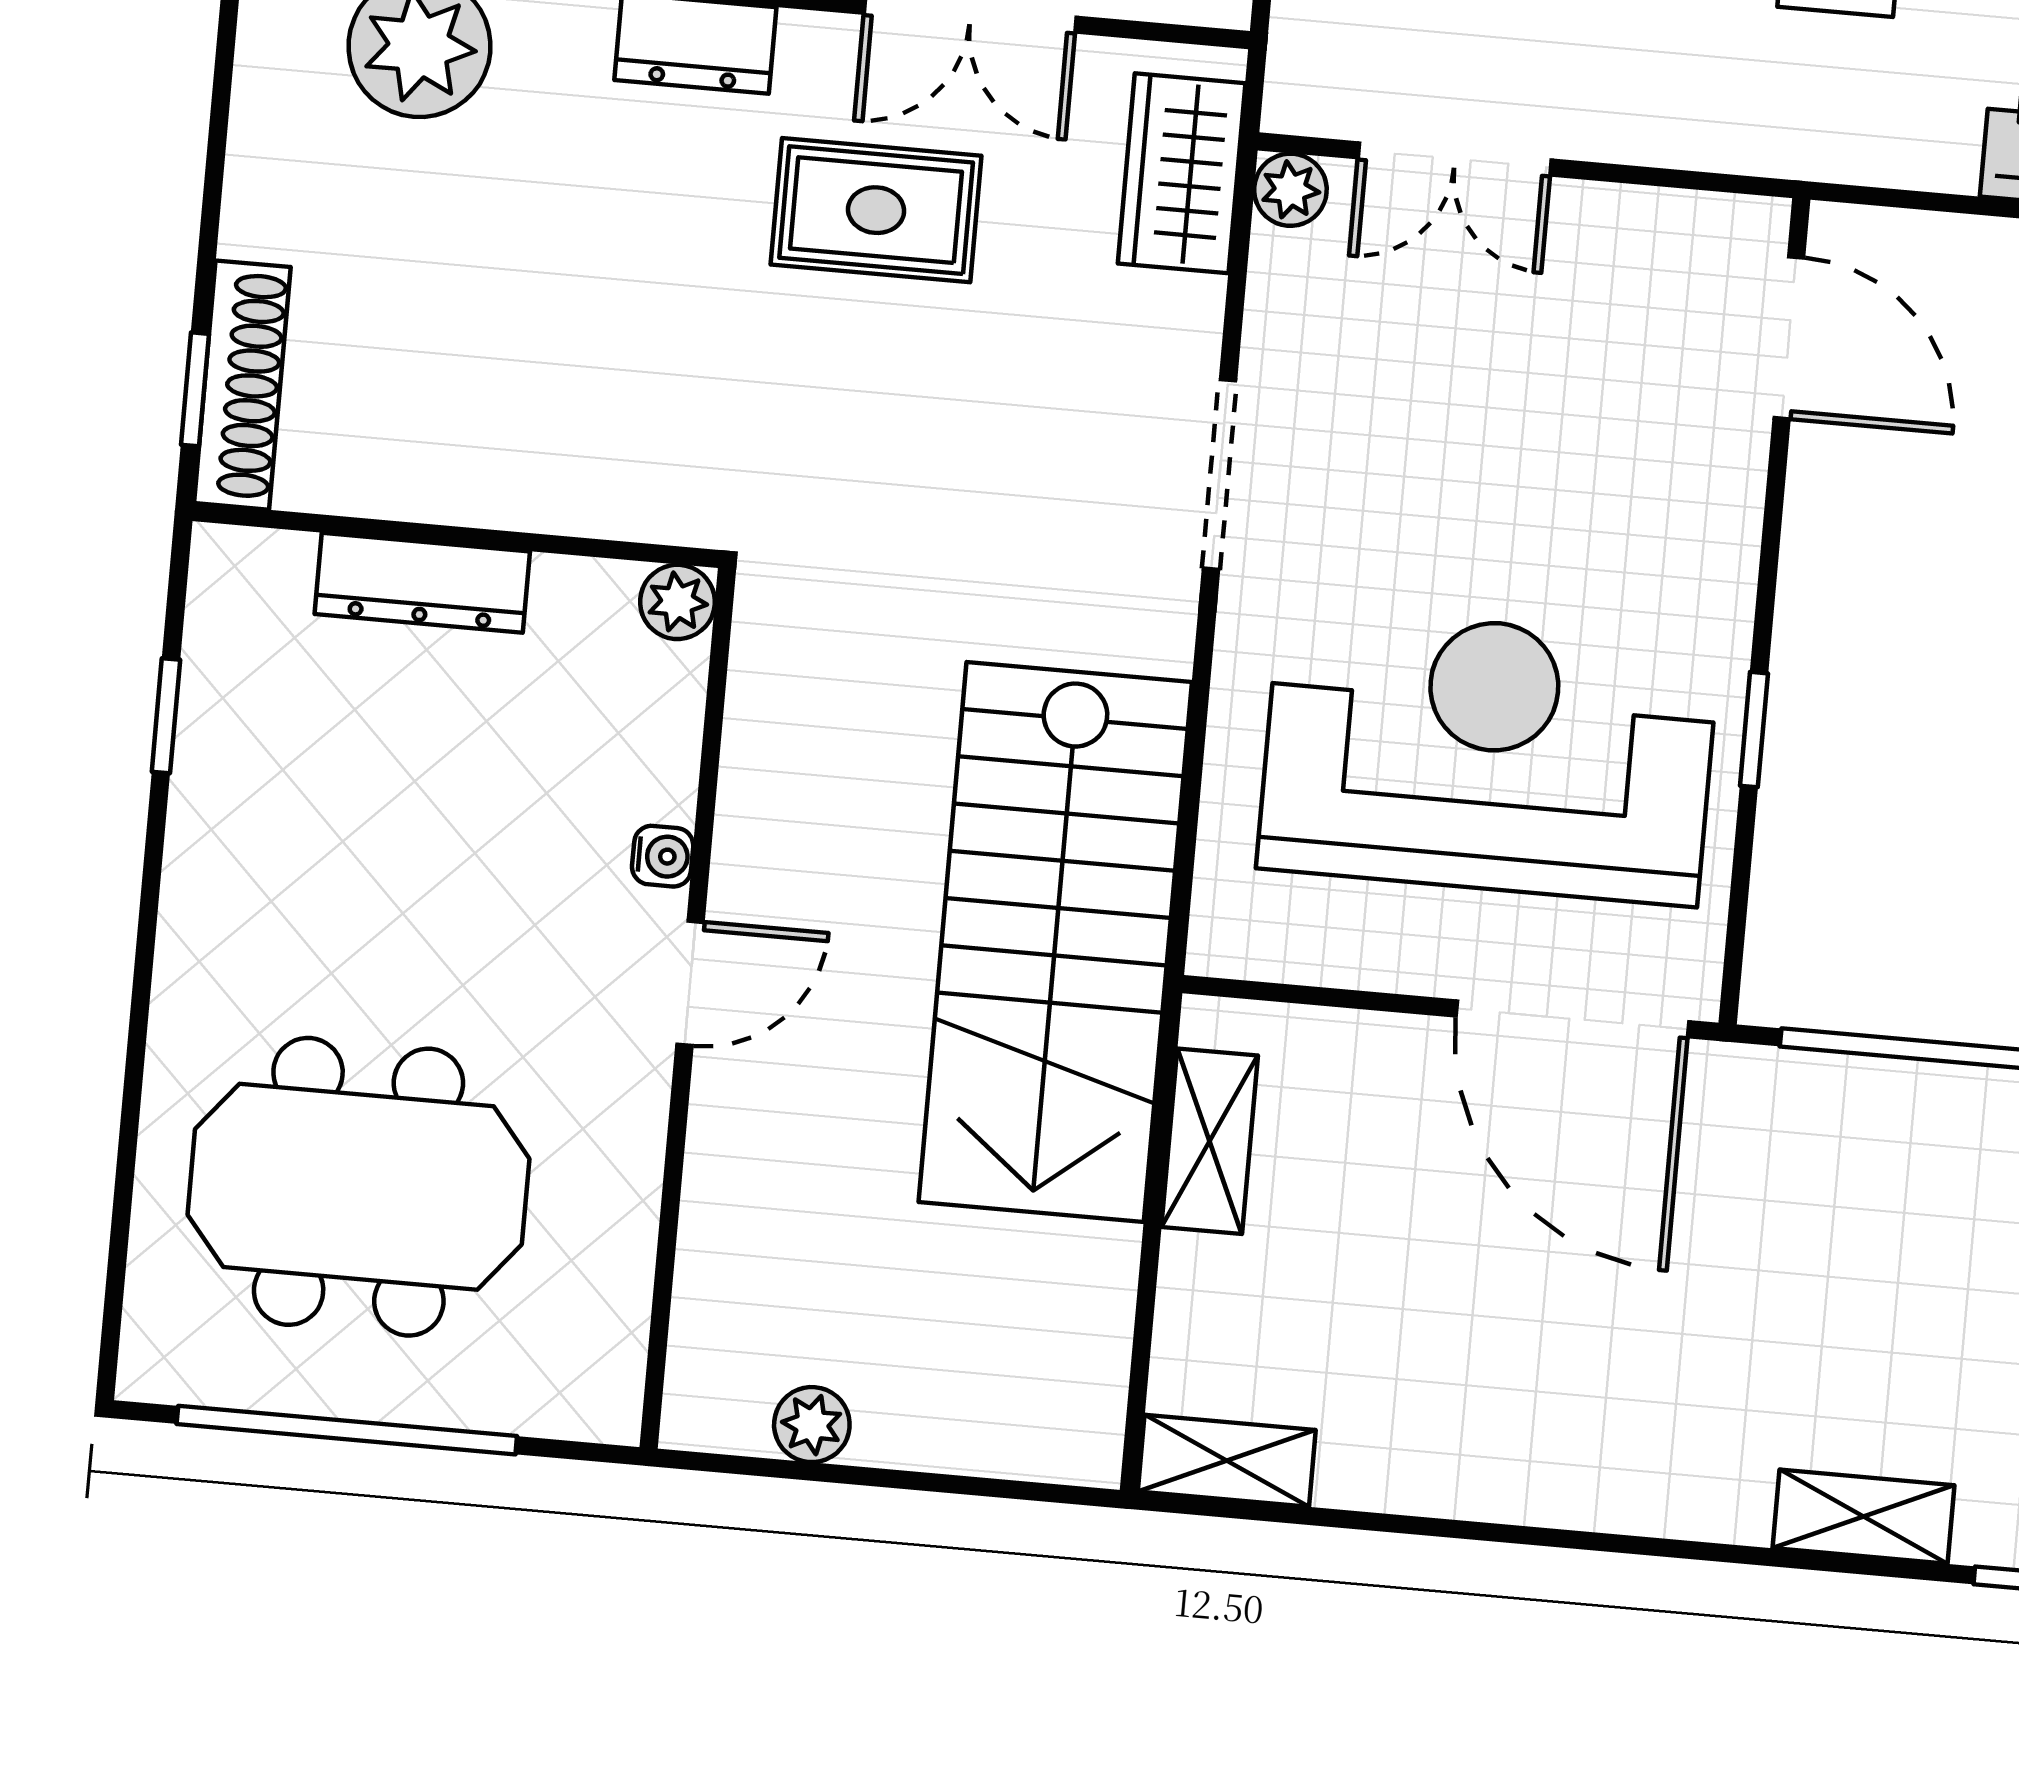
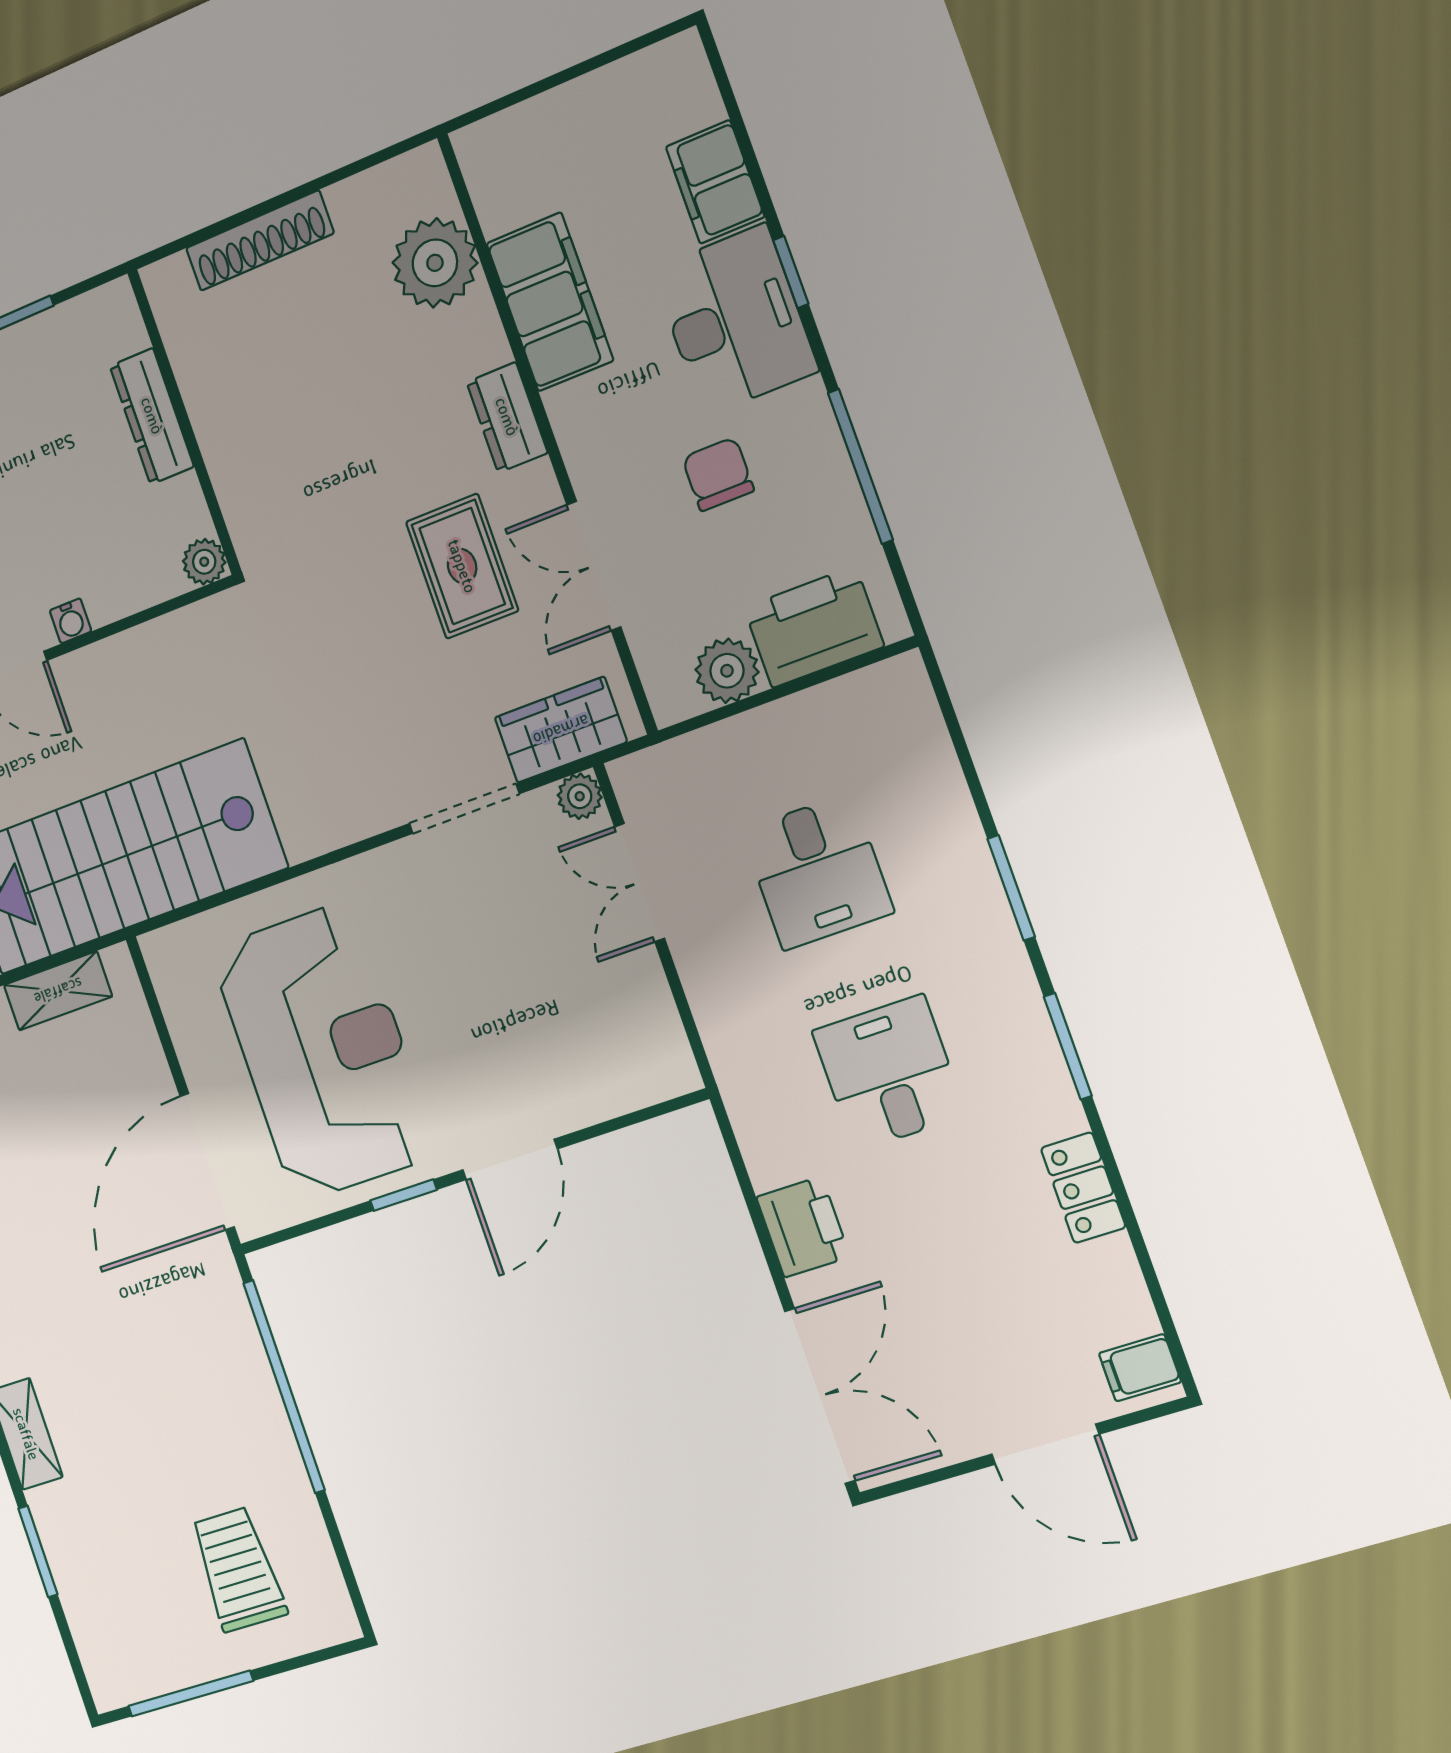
door: (1789, 338) -> (510, 1160), moved
shoe rack: (242, 385) -> (260, 241), moved
window: (195, 389) -> (196, 237), removed
doorway: (1220, 475) -> (464, 809), moved

